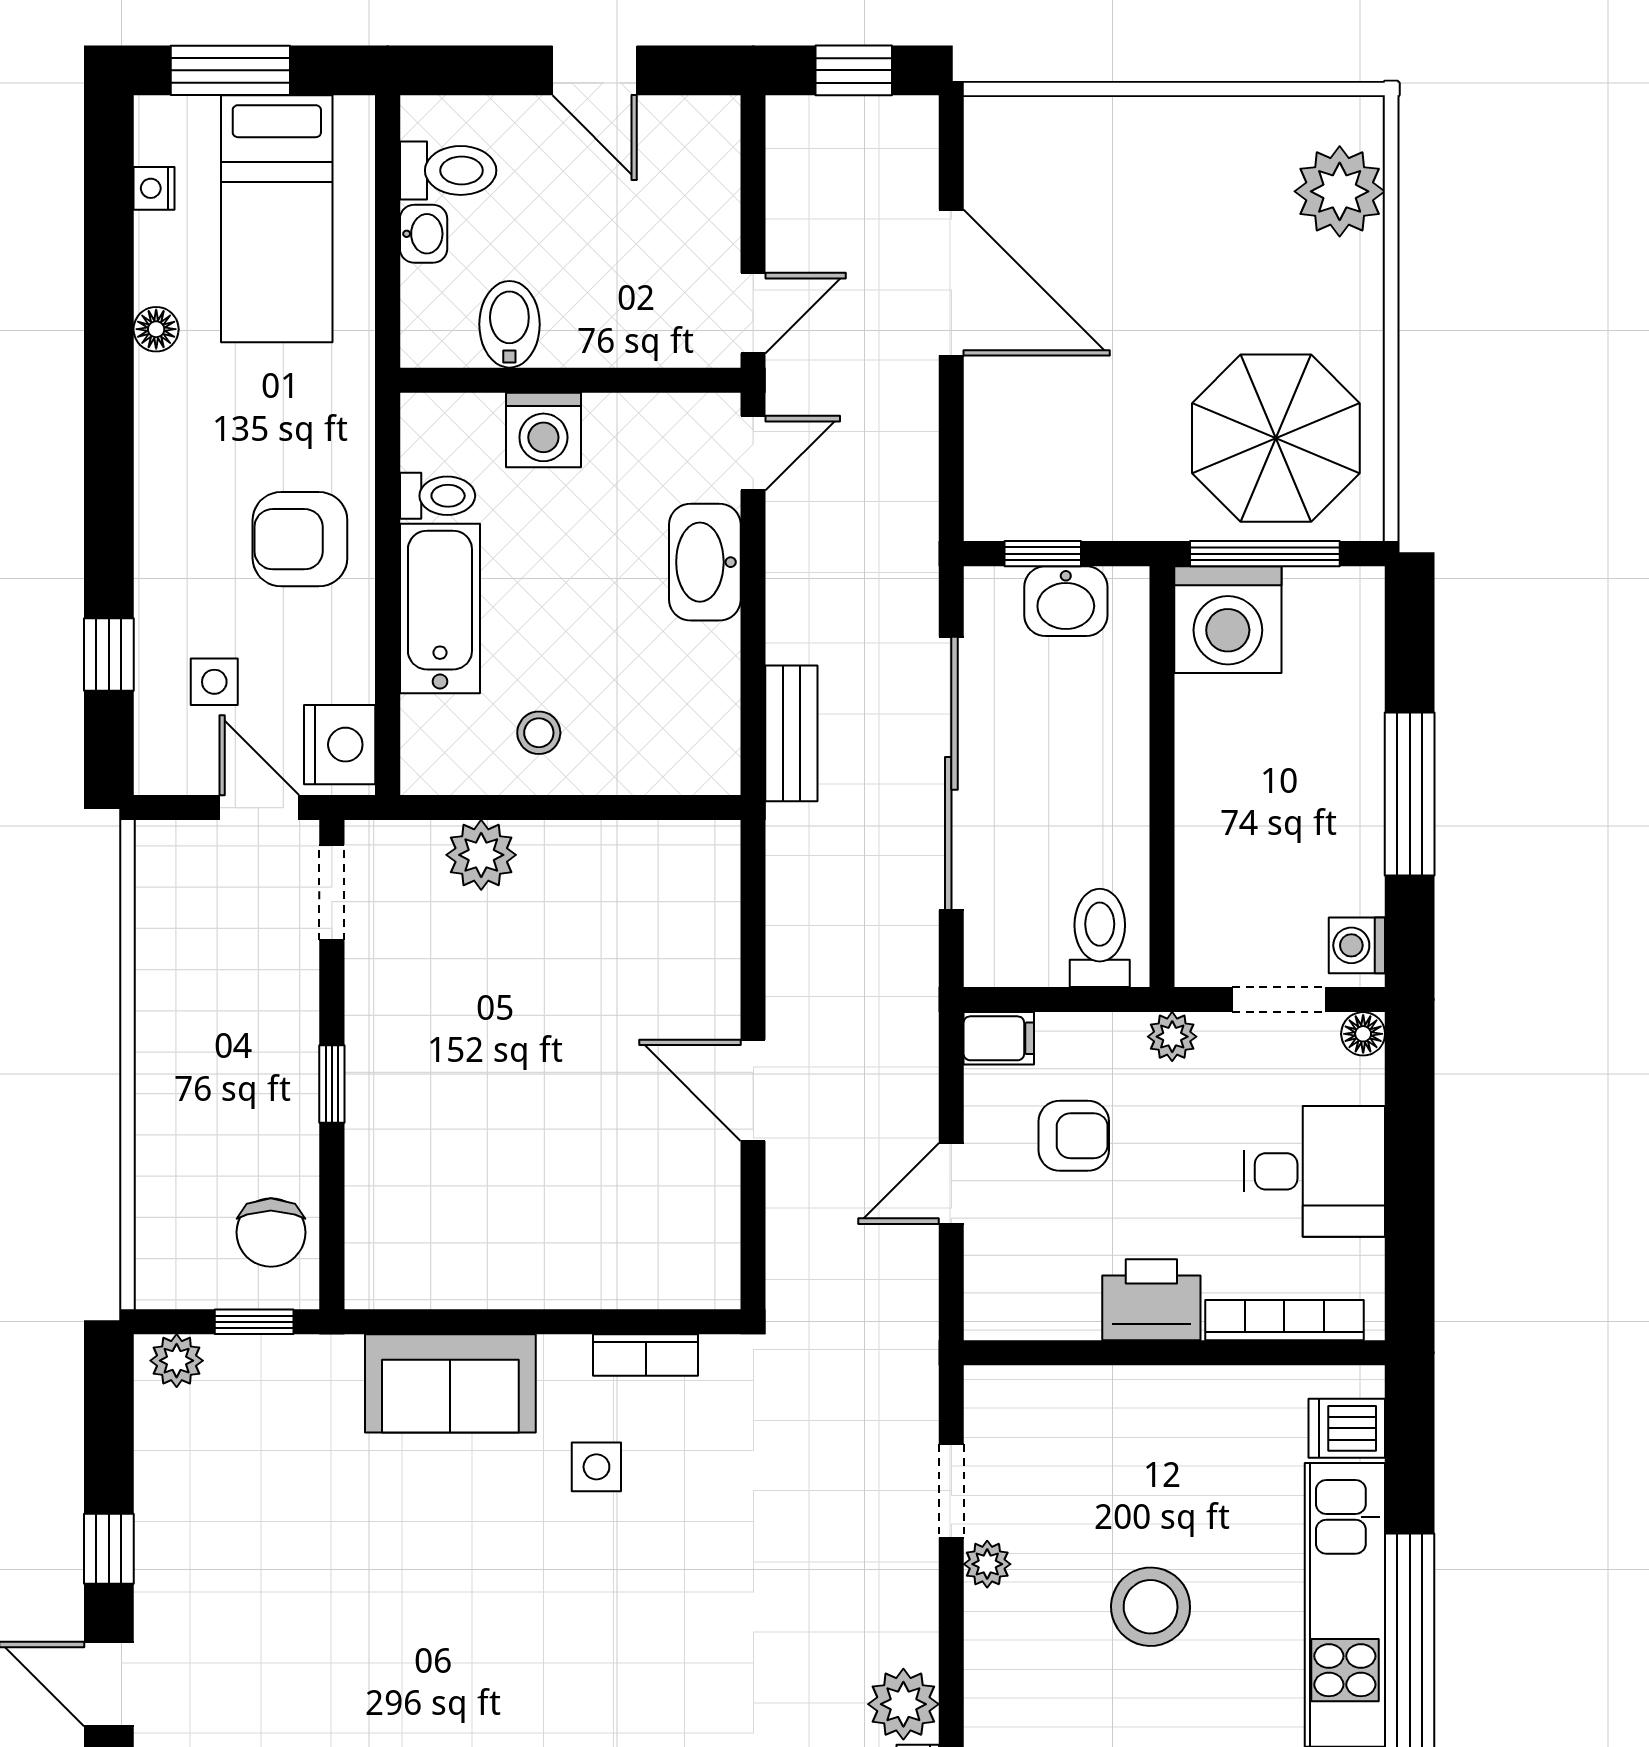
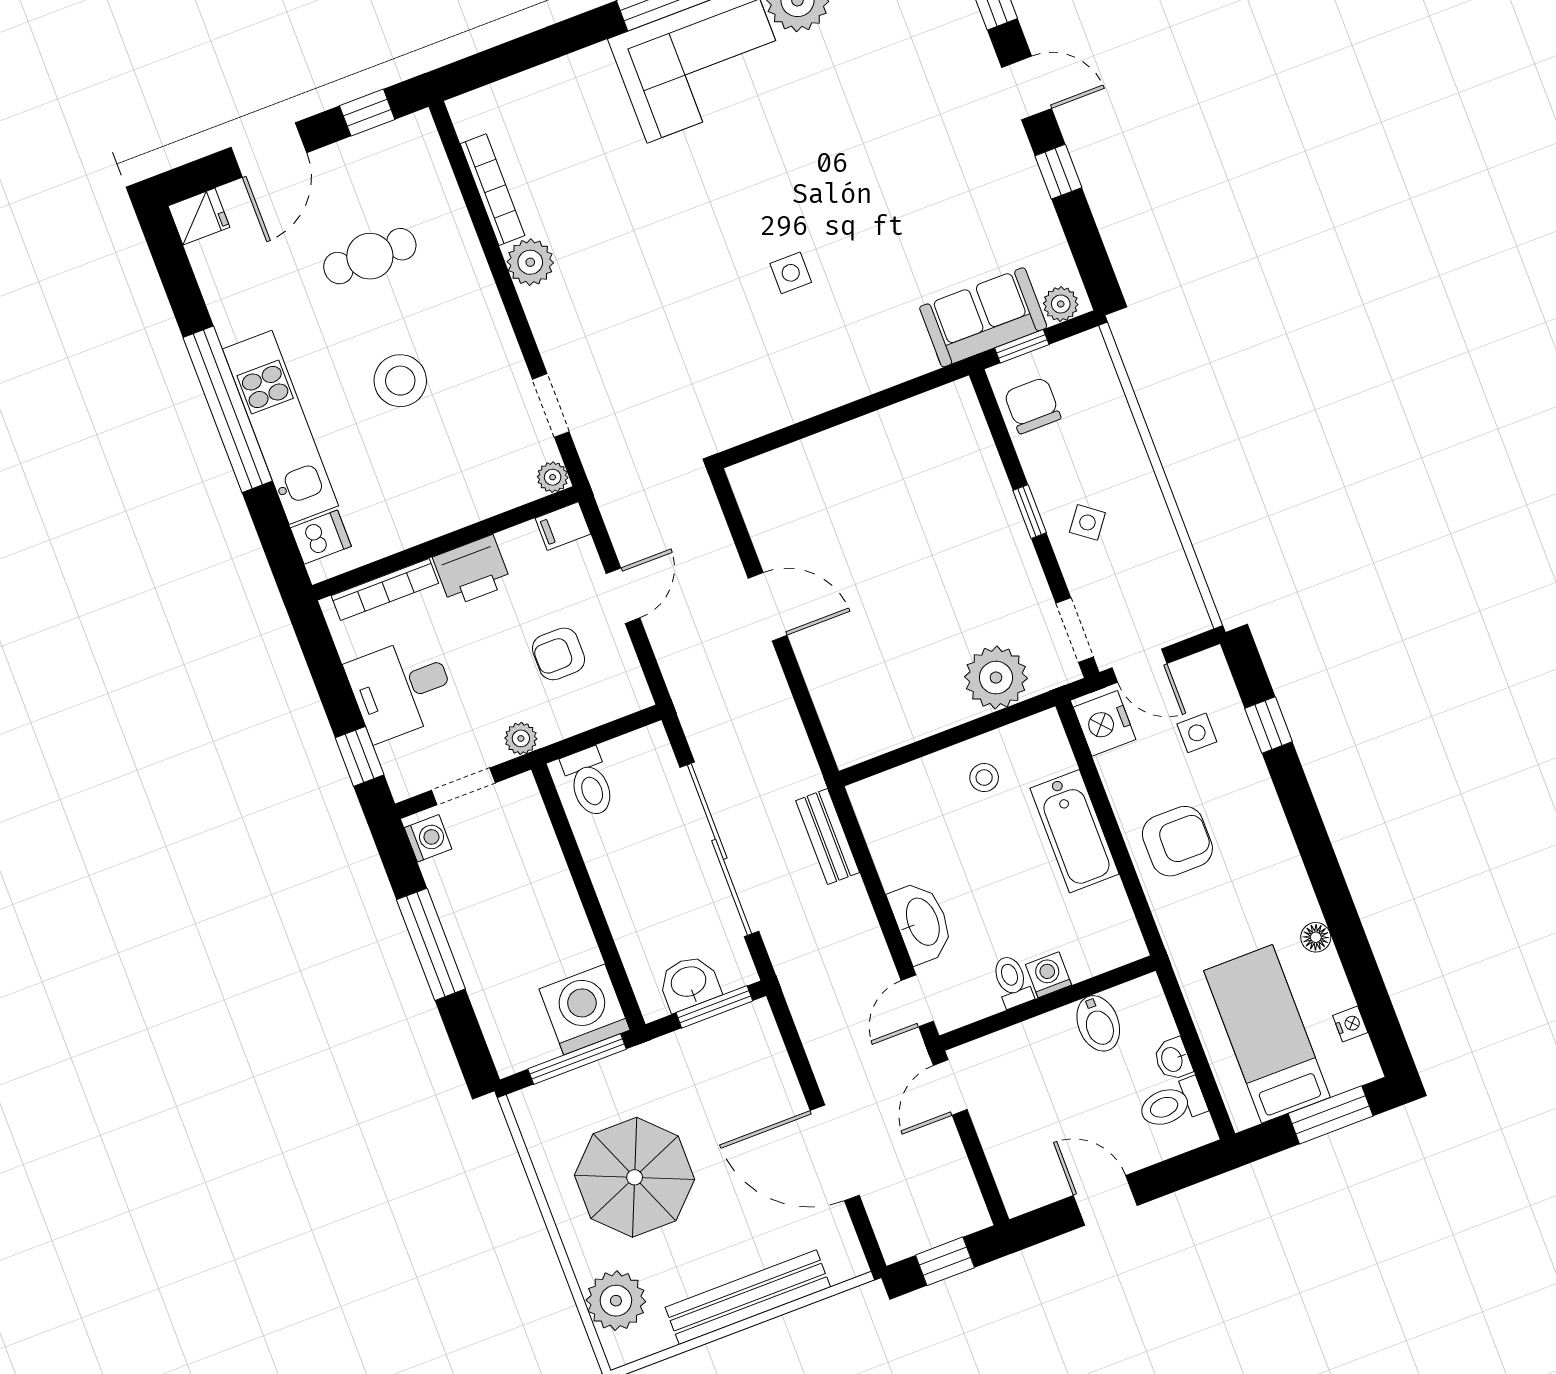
bench: (1151, 126) -> (748, 1297), added
washing machine: (543, 430) -> (1049, 975), width x0.73, depth x0.73
parasol: (1276, 438) -> (635, 1177), moved
toilet: (438, 496) -> (1012, 981), moved, turned 90
window: (1043, 554) -> (714, 1007), width x1.50
plant: (481, 855) -> (996, 678), width x1.36, depth x1.36
floor lamp: (1363, 1034) -> (403, 785), removed
side table: (256, 1038) -> (1087, 522), added
filing cabinet: (999, 1038) -> (563, 526), moved
window: (1410, 1098) -> (360, 756), added
bookcase: (646, 1355) -> (772, 418), removed
sofa: (450, 1383) -> (983, 317), moved
side table: (596, 1467) -> (791, 273), moved
plant: (987, 1564) -> (553, 477), moved

